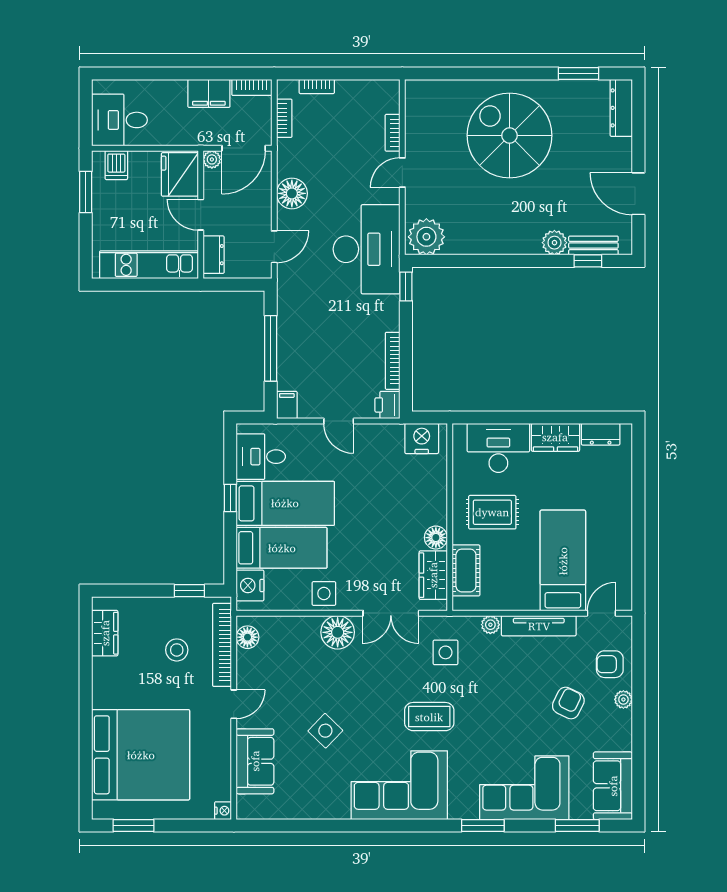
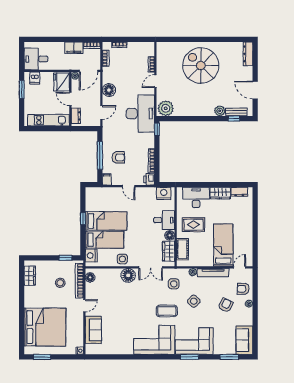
window: (579, 74) -> (230, 39), removed
armchair: (314, 353) -> (118, 157), added
desk: (261, 457) -> (164, 220), moved, turned 180
side table: (325, 731) -> (194, 301), moved
corner sofa: (524, 788) -> (194, 341), moved

